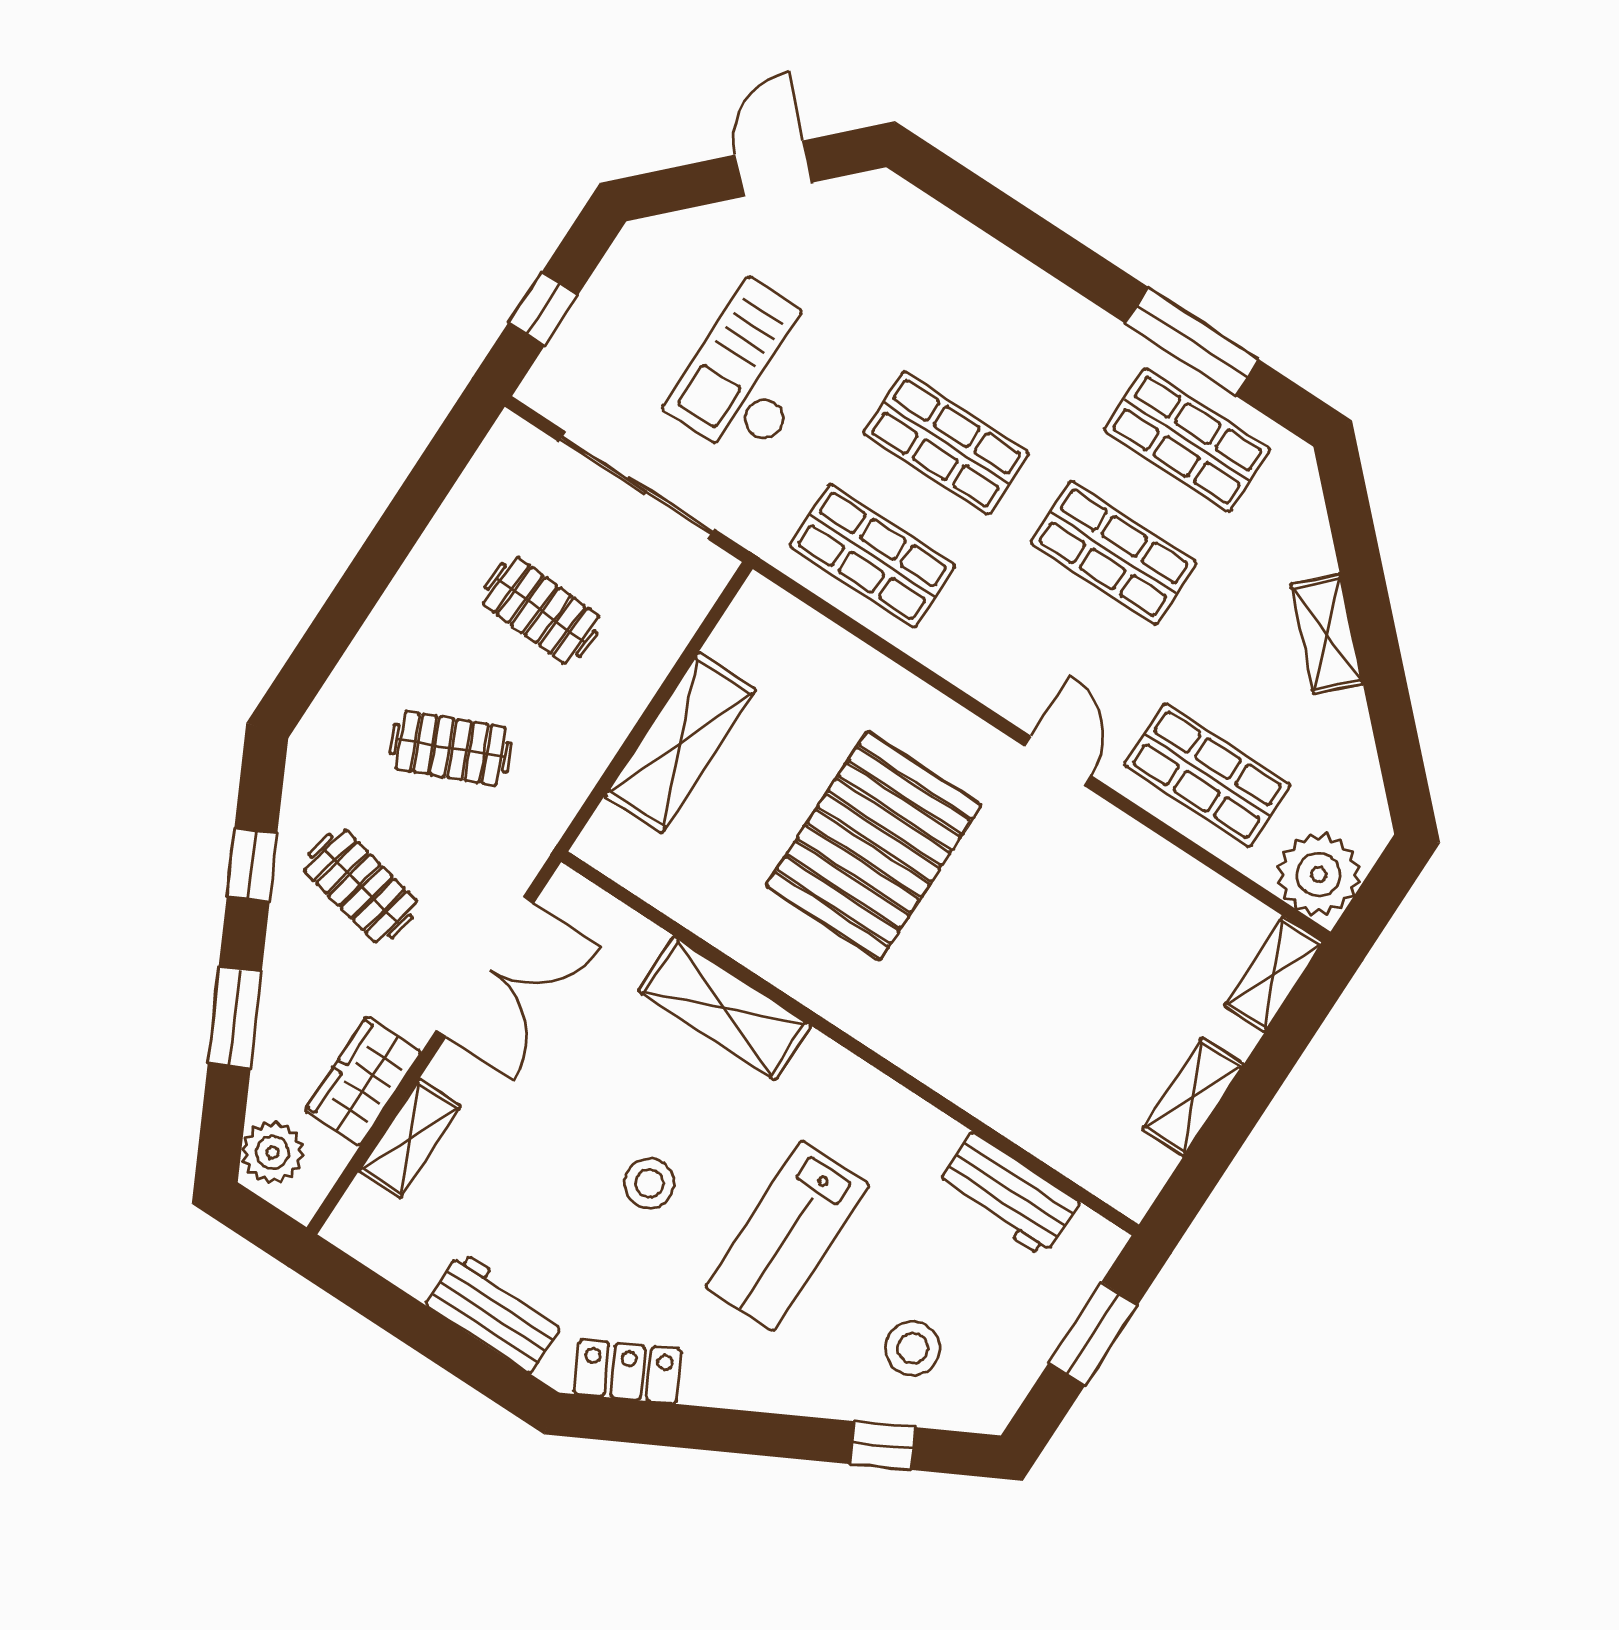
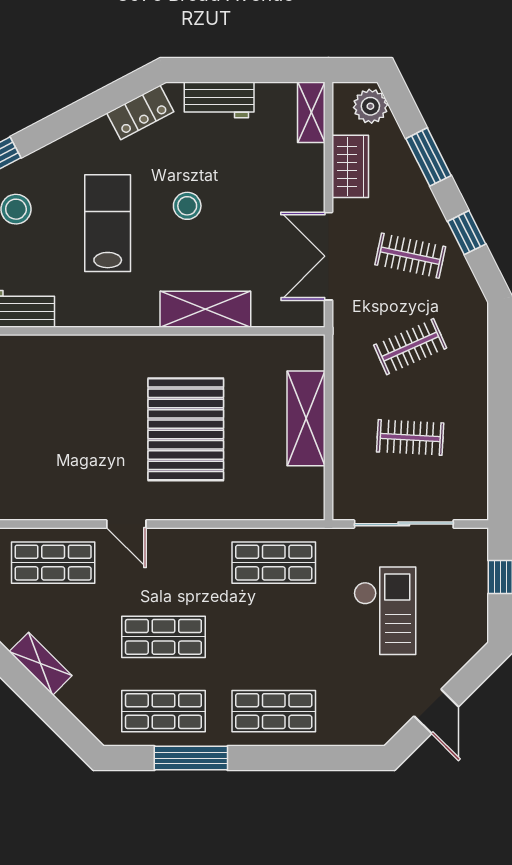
shop shelf: (946, 443) -> (274, 711), moved
shelving: (410, 1138) -> (311, 112), moved

